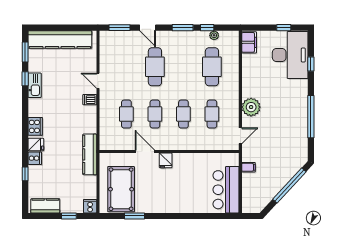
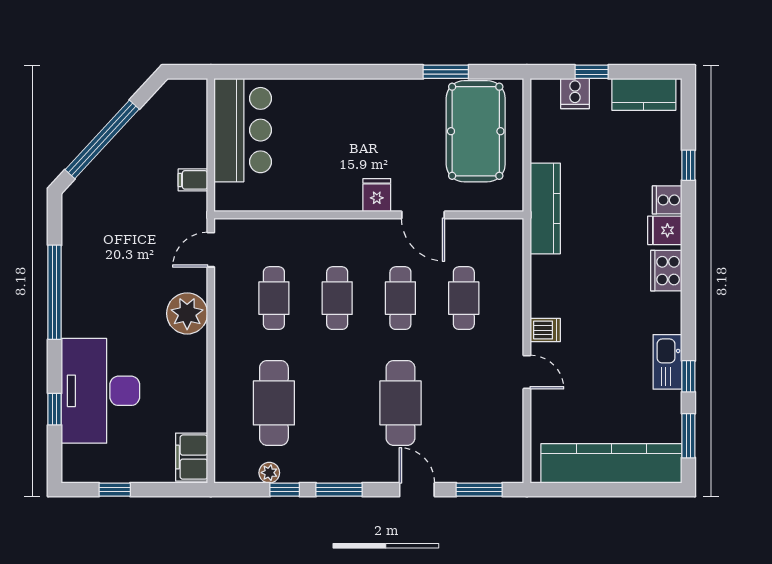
desk: (290, 55) -> (100, 391), moved
cooker: (90, 206) -> (575, 93), moved

